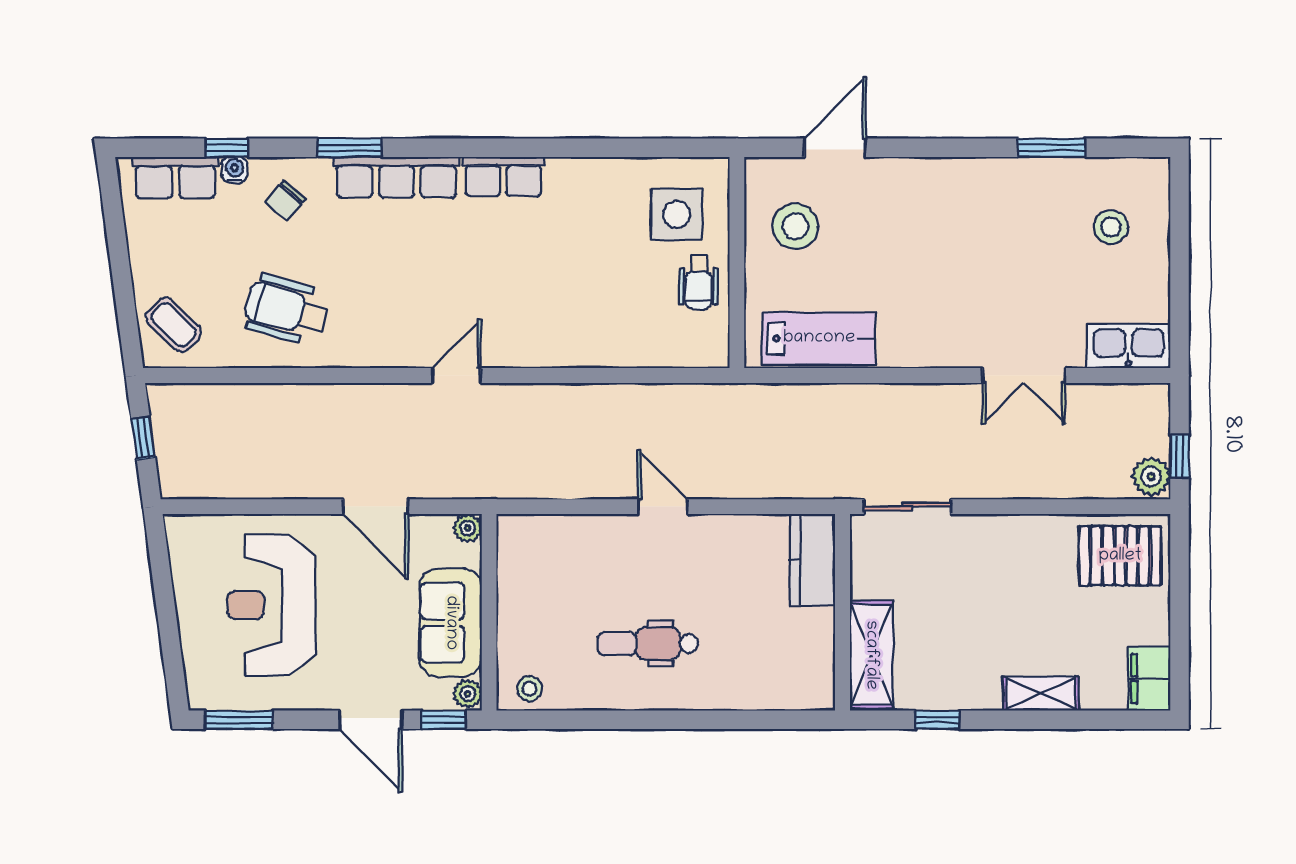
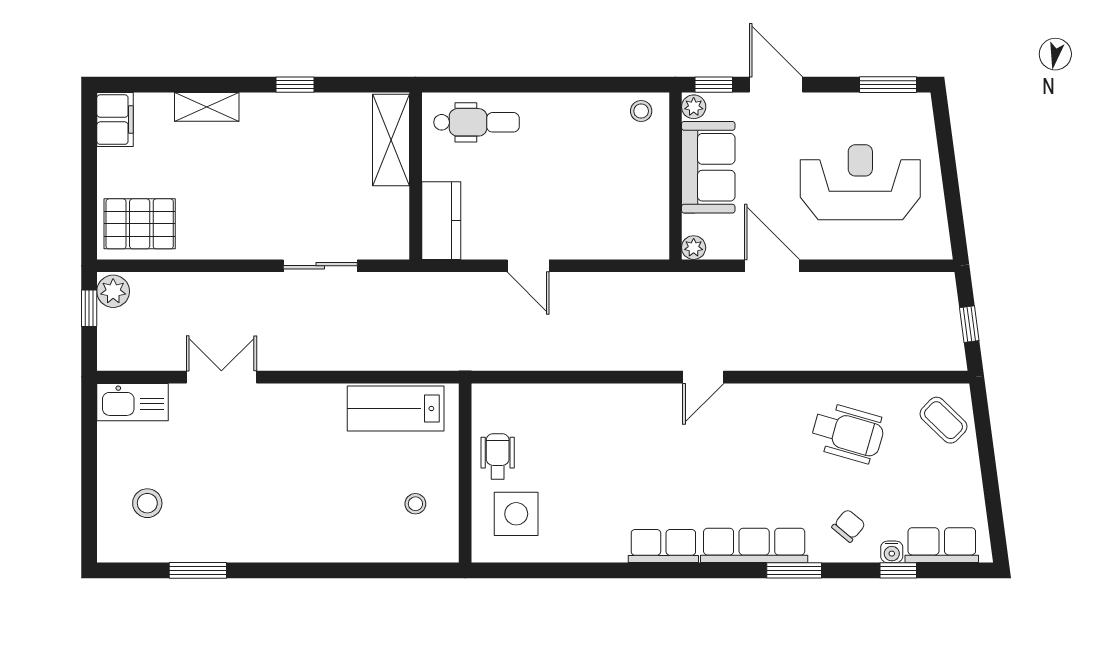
door: (835, 148) -> (382, 570), removed
stool: (795, 226) -> (415, 504), width x0.53, depth x0.53
kitchen counter: (812, 560) -> (441, 221), moved
reception desk: (271, 605) -> (860, 182), turned -90
wall: (842, 612) -> (416, 176), moved
dental chair: (648, 643) -> (477, 122), moved
shelving: (871, 655) -> (391, 140), moved

